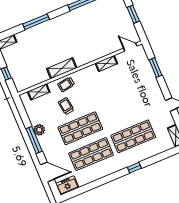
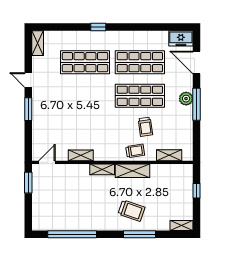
window: (133, 14) -> (28, 183), moved
trolley: (50, 37) -> (131, 211), added
door: (130, 47) -> (47, 162), swing flipped
shelving: (86, 60) -> (102, 169), added
window: (156, 68) -> (28, 109), moved
plant: (39, 130) -> (186, 99), moved

